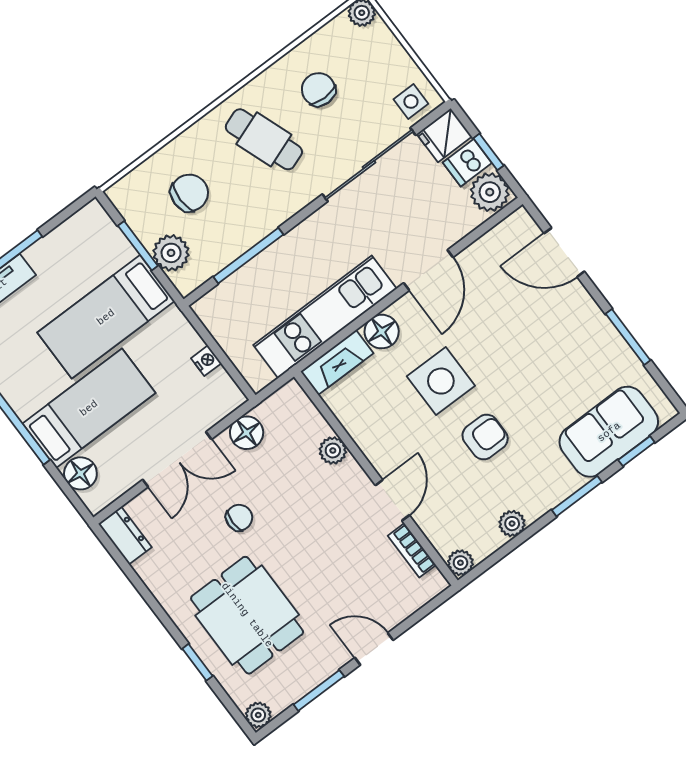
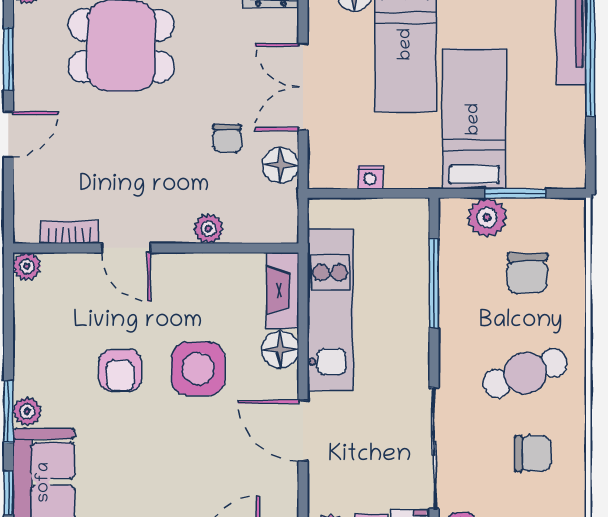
chair: (239, 518) -> (227, 138), moved
plant: (512, 524) -> (27, 411), moved

